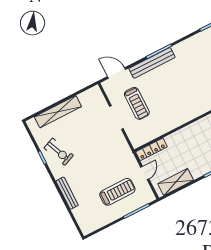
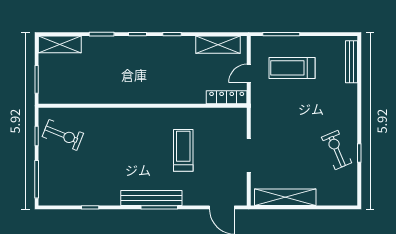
bench: (152, 63) -> (151, 198), moved
treadmill: (137, 103) -> (183, 150), moved
shelving: (58, 112) -> (285, 197), moved
bench: (67, 193) -> (352, 62), moved

